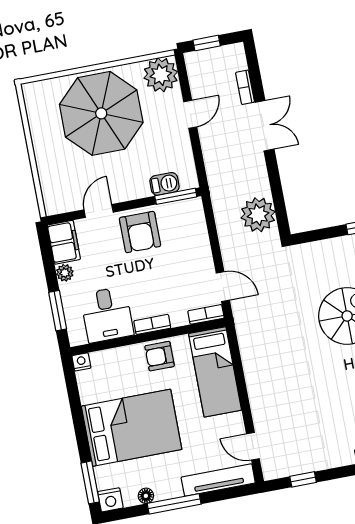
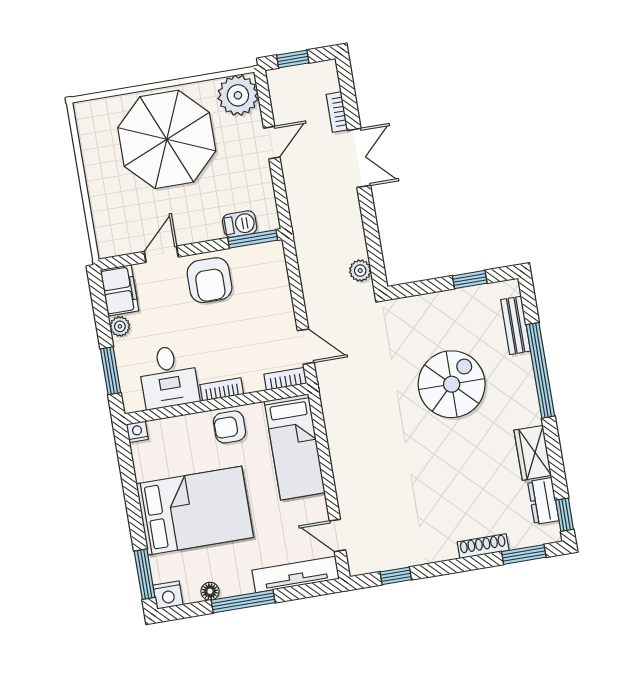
plant: (258, 215) -> (360, 271), width x0.53, depth x0.53

